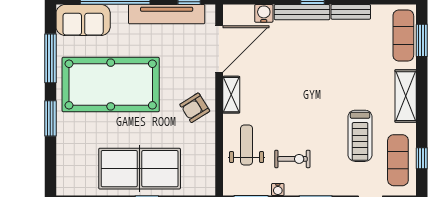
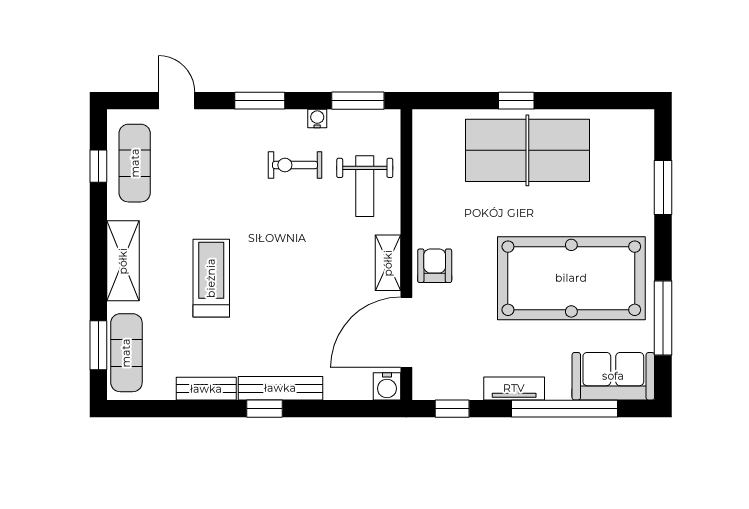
water cooler: (264, 13) -> (387, 386), moved
tv unit: (167, 14) -> (514, 388), width x0.52, depth x0.78
armchair: (195, 108) -> (435, 266), moved, turned -58
window: (50, 118) -> (663, 187), moved
treadmill: (360, 136) -> (211, 278), moved

